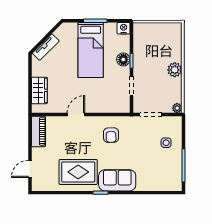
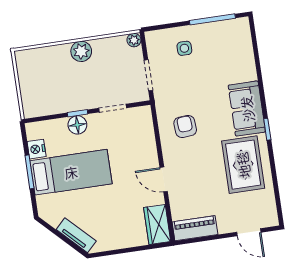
nightstand: (124, 28) -> (37, 149), moved
wardrobe: (39, 90) -> (157, 225), moved, turned -90
armchair: (111, 135) -> (185, 126), turned -92

